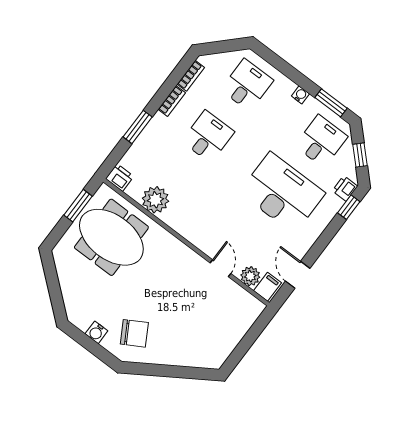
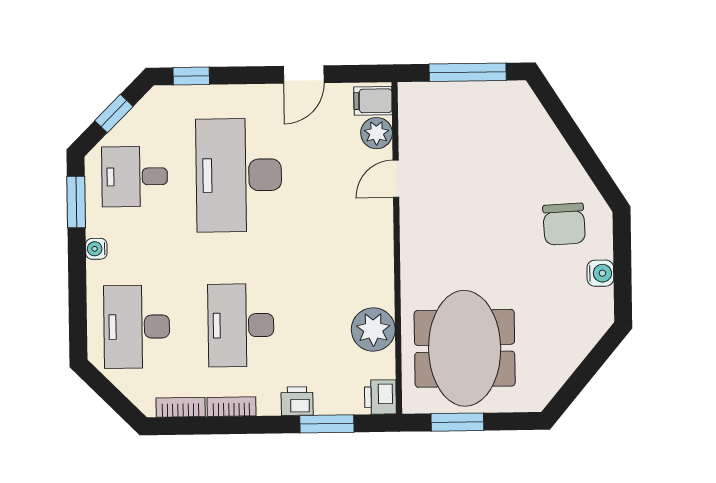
desk: (247, 85) -> (137, 327), width x1.37
window: (138, 127) -> (327, 424), moved
desk: (208, 137) -> (241, 325), width x1.37
printer: (345, 188) -> (297, 401), moved, turned 180
door: (298, 275) -> (304, 74), moved
chair: (134, 333) -> (564, 224), turned -153
window: (245, 344) -> (468, 72), added

